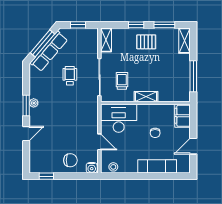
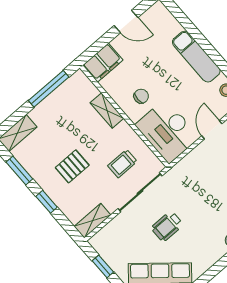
pallet: (146, 42) -> (72, 166), moved, turned 90
shelving: (146, 97) -> (107, 110), moved
chair: (155, 133) -> (141, 96), moved
exam couch: (157, 166) -> (196, 57), moved

